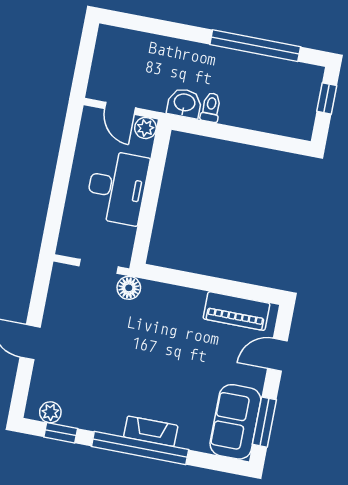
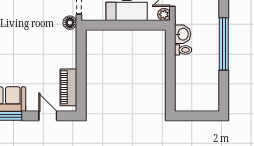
window: (255, 46) -> (224, 44), moved
window: (327, 98) -> (201, 116), removed

